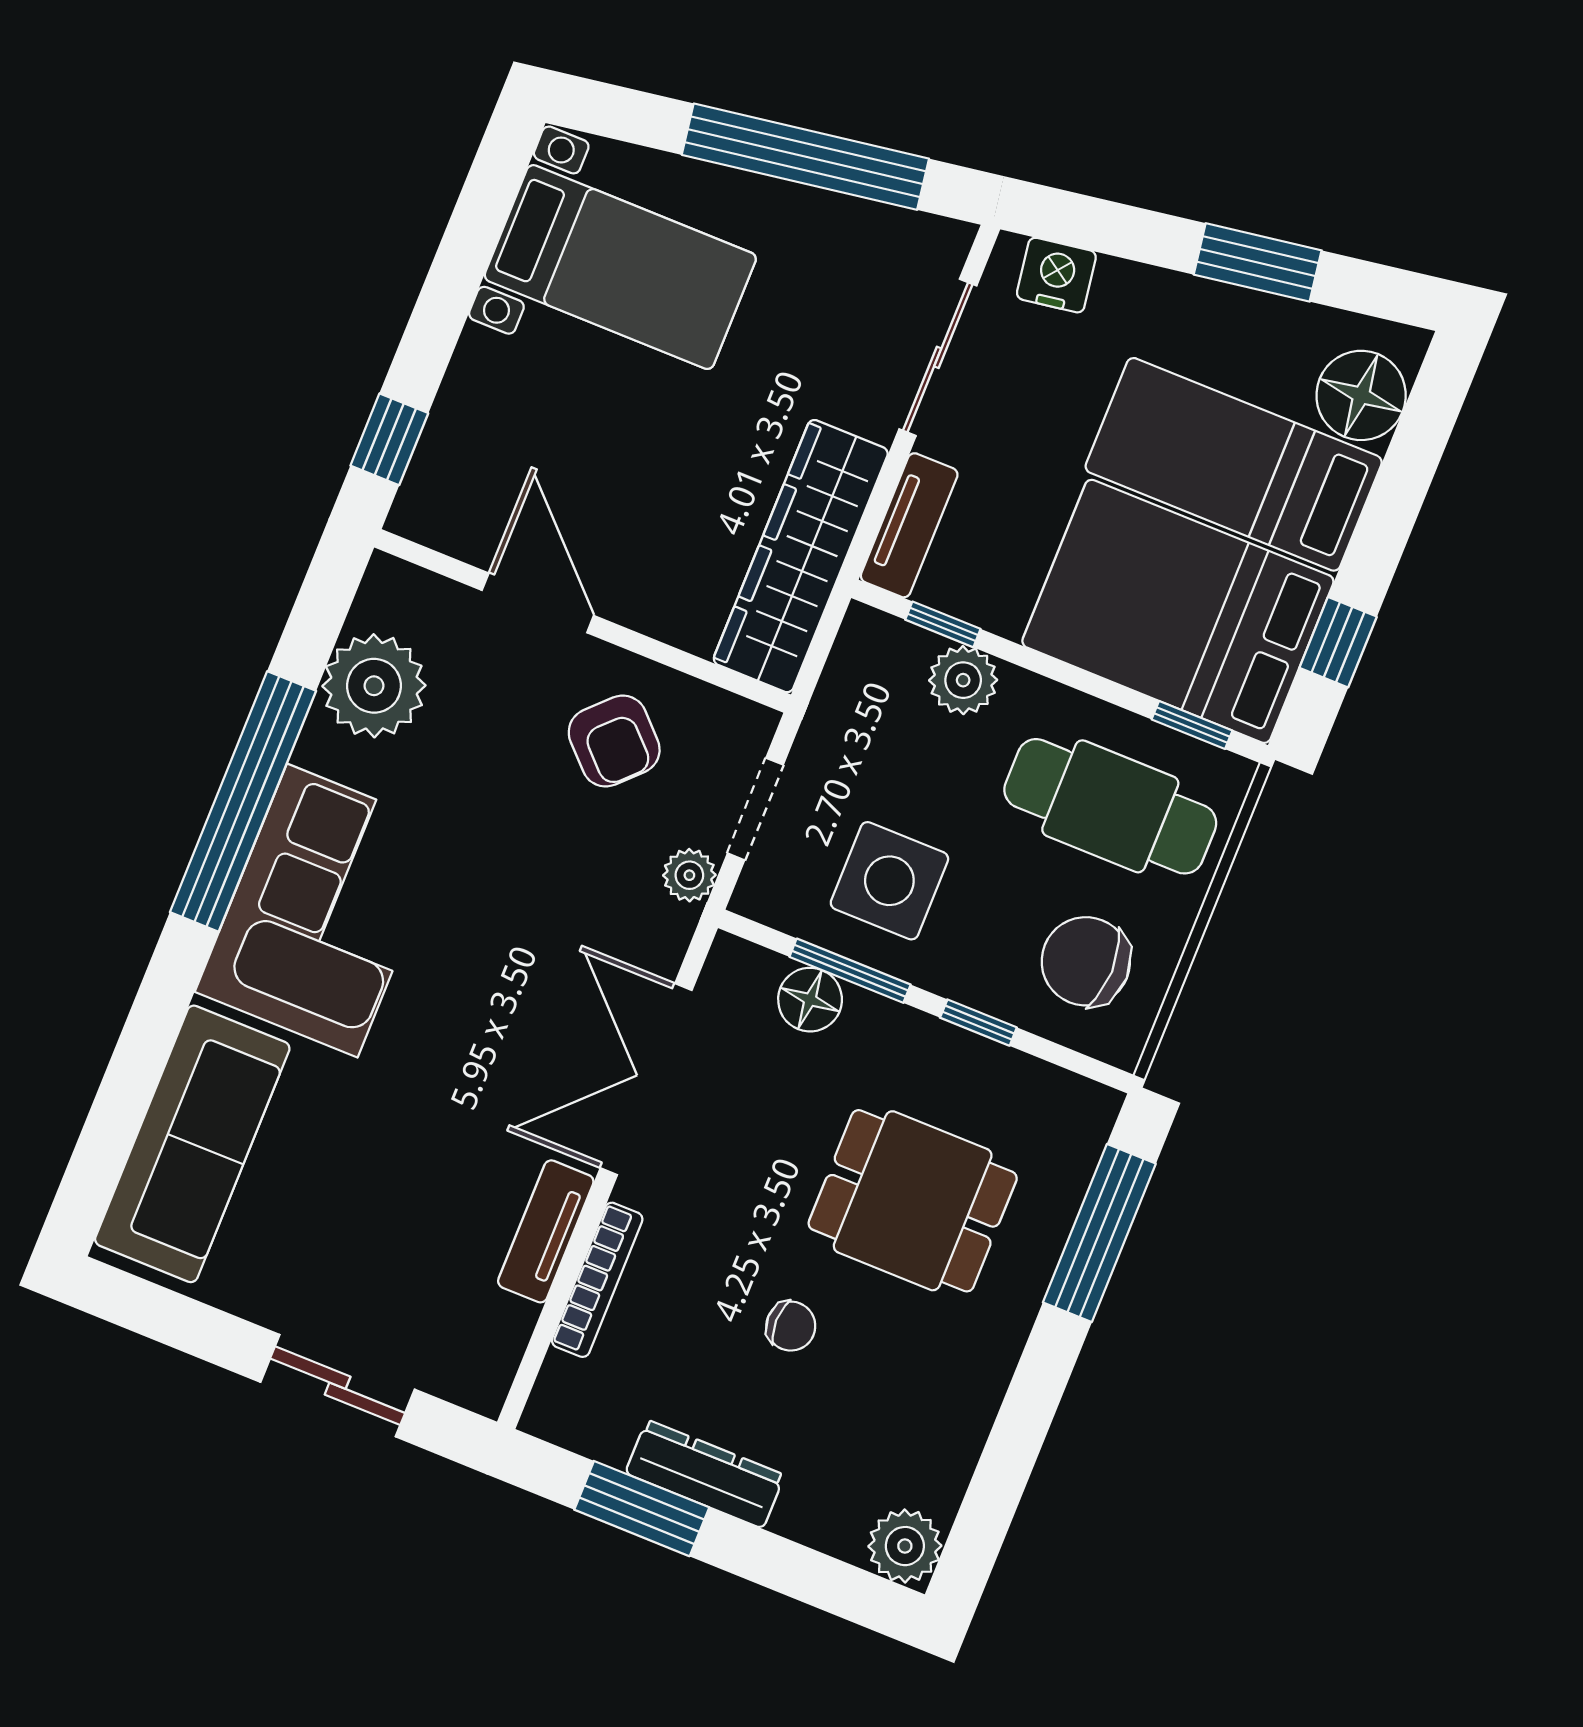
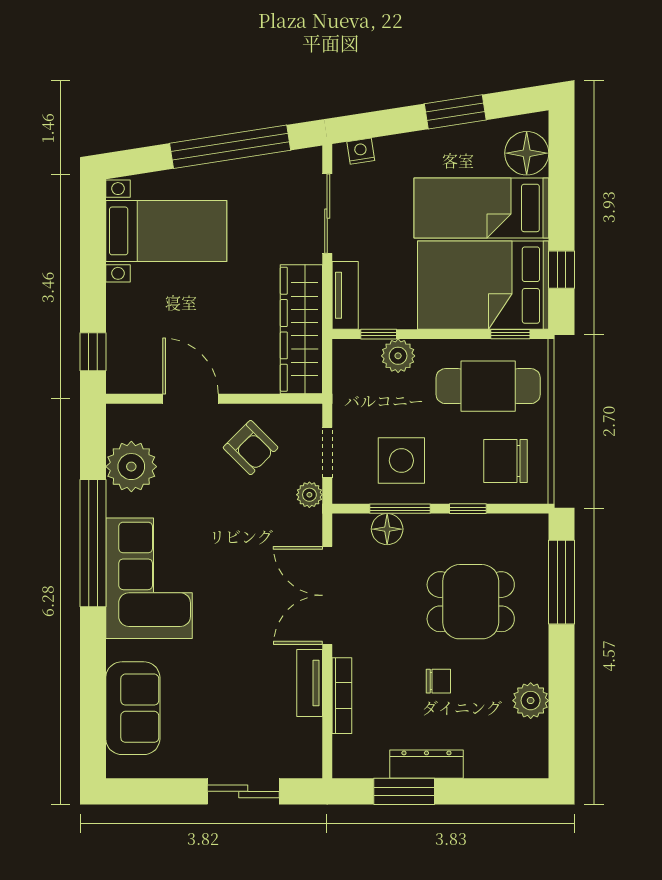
nightstand: (1056, 275) -> (361, 151), width x0.72, depth x0.74
sofa: (192, 1144) -> (133, 708), width x0.73
plant: (905, 1546) -> (531, 701), moved

